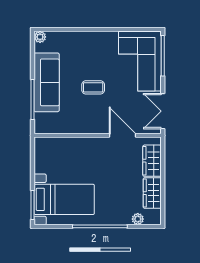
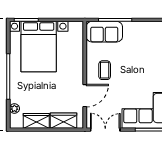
sofa: (47, 82) -> (104, 32), moved, width x0.73
coffee table: (93, 87) -> (105, 70), moved
bed with nightstands: (64, 199) -> (39, 47), width x1.36

